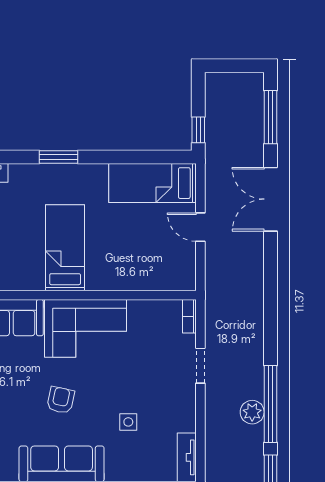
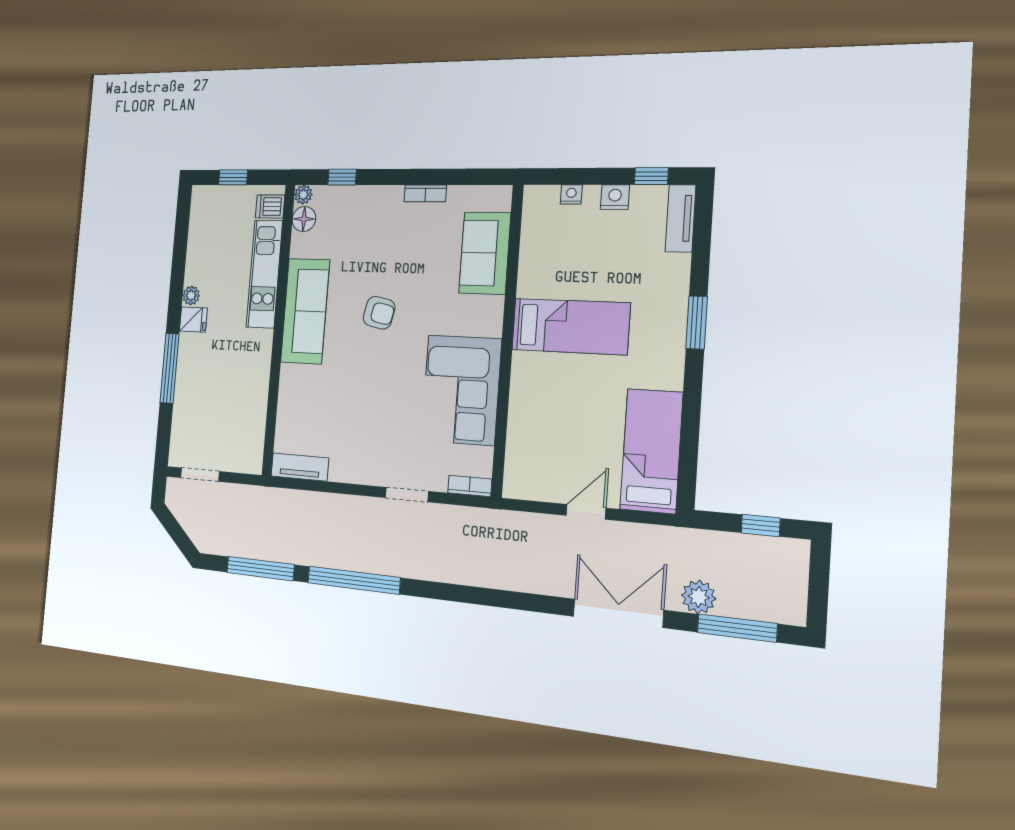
window: (198, 130) -> (761, 525), moved
corner sofa: (86, 328) -> (461, 390), moved
plant: (252, 412) -> (699, 597), moved
side table: (128, 422) -> (347, 397), removed

